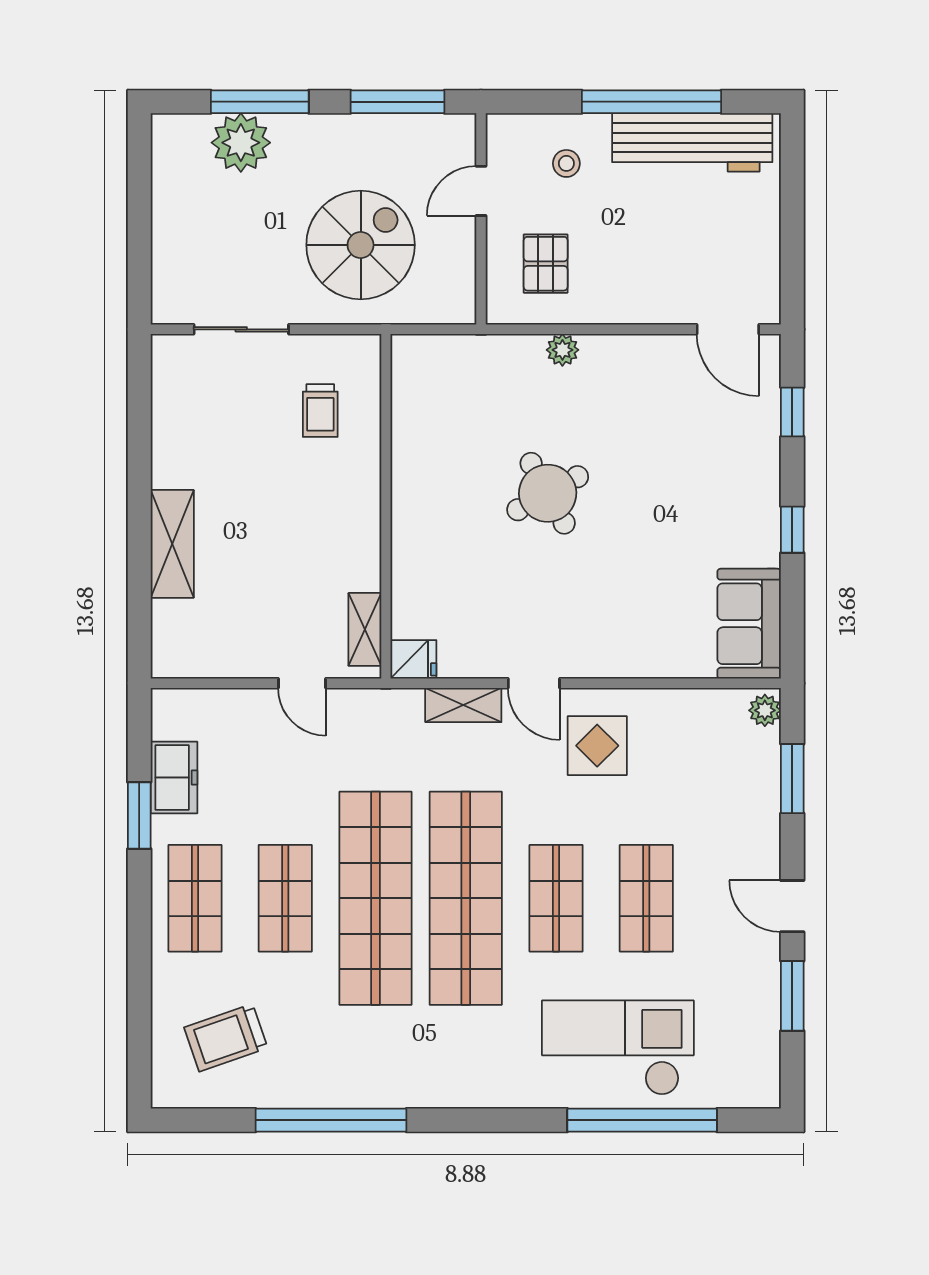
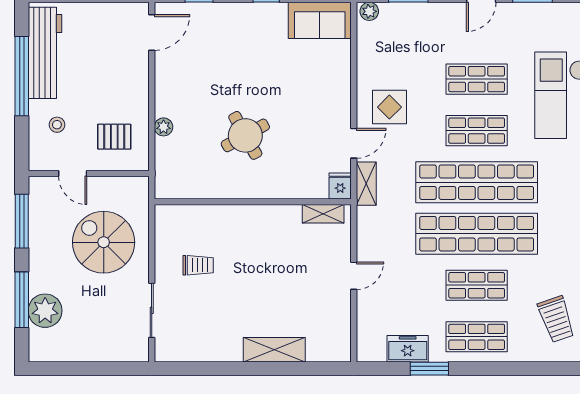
wall: (386, 506) -> (253, 202), moved
shelving: (365, 629) -> (323, 214), moved
fridge: (413, 659) -> (340, 186), moved

